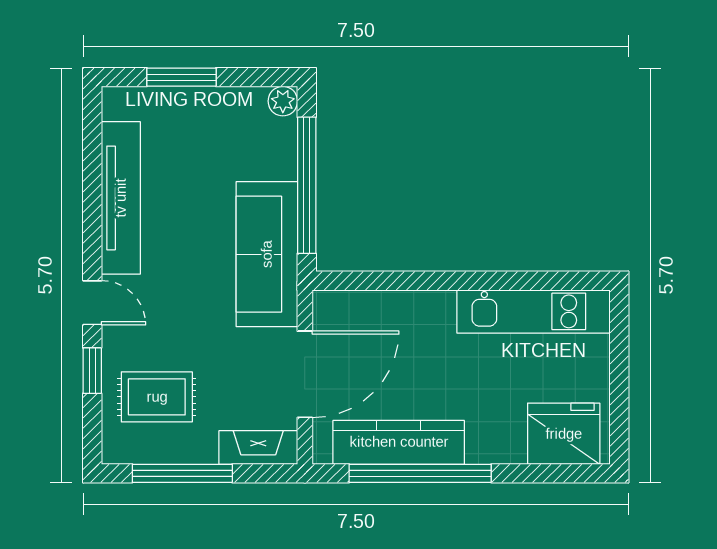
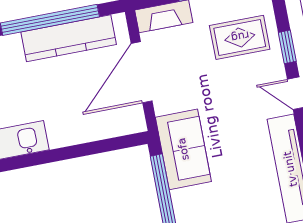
sofa: (267, 254) -> (183, 149), width x0.73

